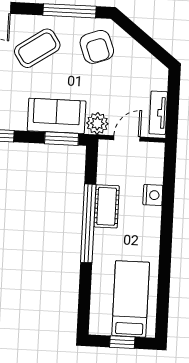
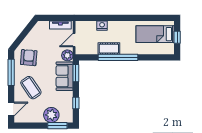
armchair: (97, 47) -> (29, 58), turned -65
door: (127, 138) -> (74, 40), hinge flipped

